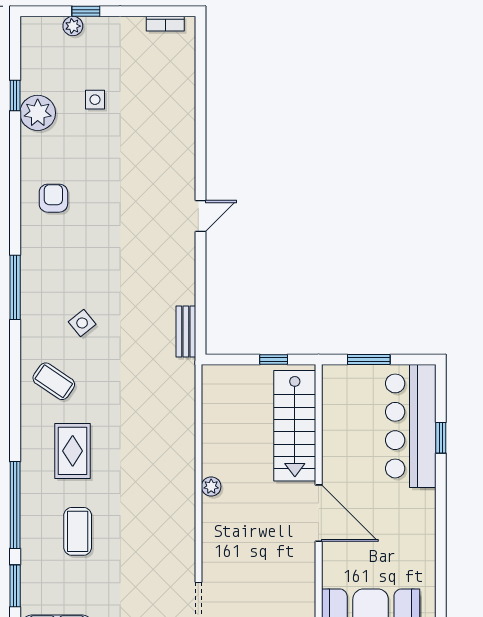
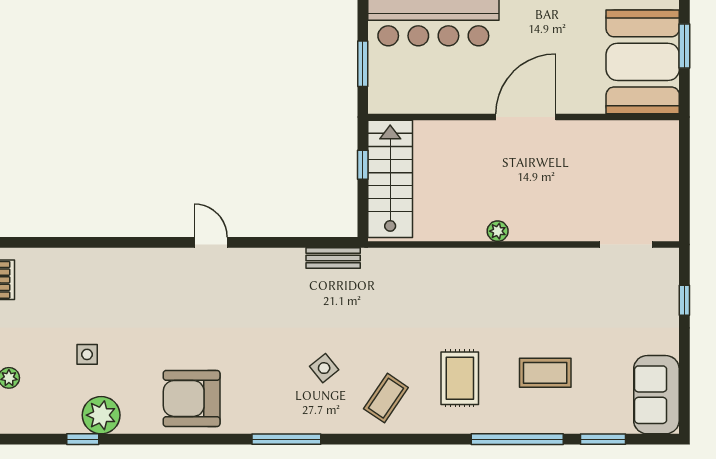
armchair: (53, 198) -> (192, 398), width x1.88, depth x1.88
stairs: (295, 426) -> (390, 179), moved, turned -90
rug: (73, 451) -> (460, 378), turned 90

